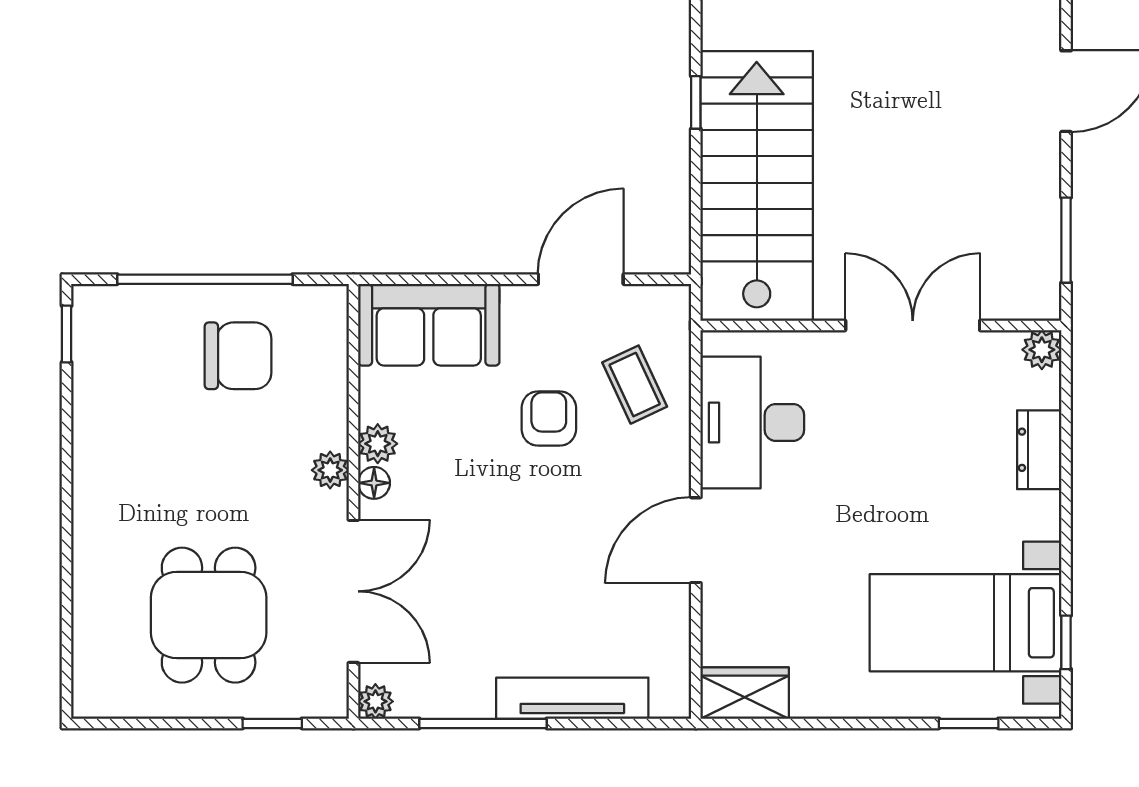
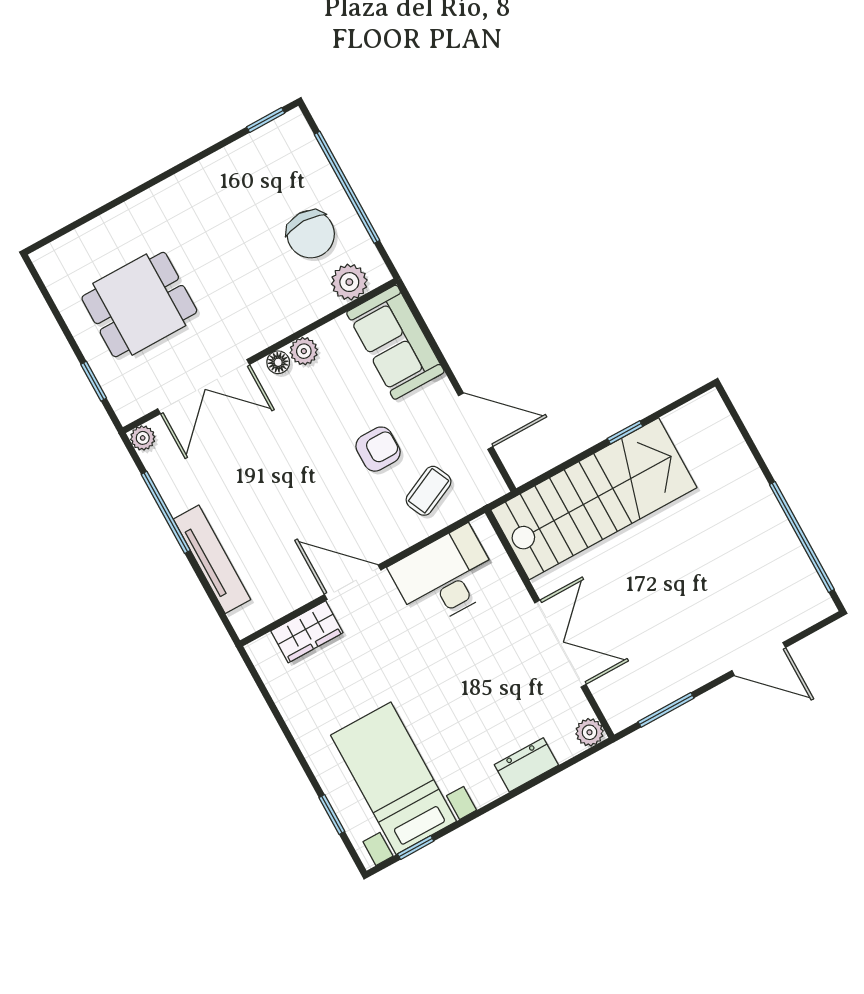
plant: (330, 470) -> (349, 282), moved, width x1.38, depth x1.38
wardrobe: (745, 693) -> (307, 632), moved, turned 90

